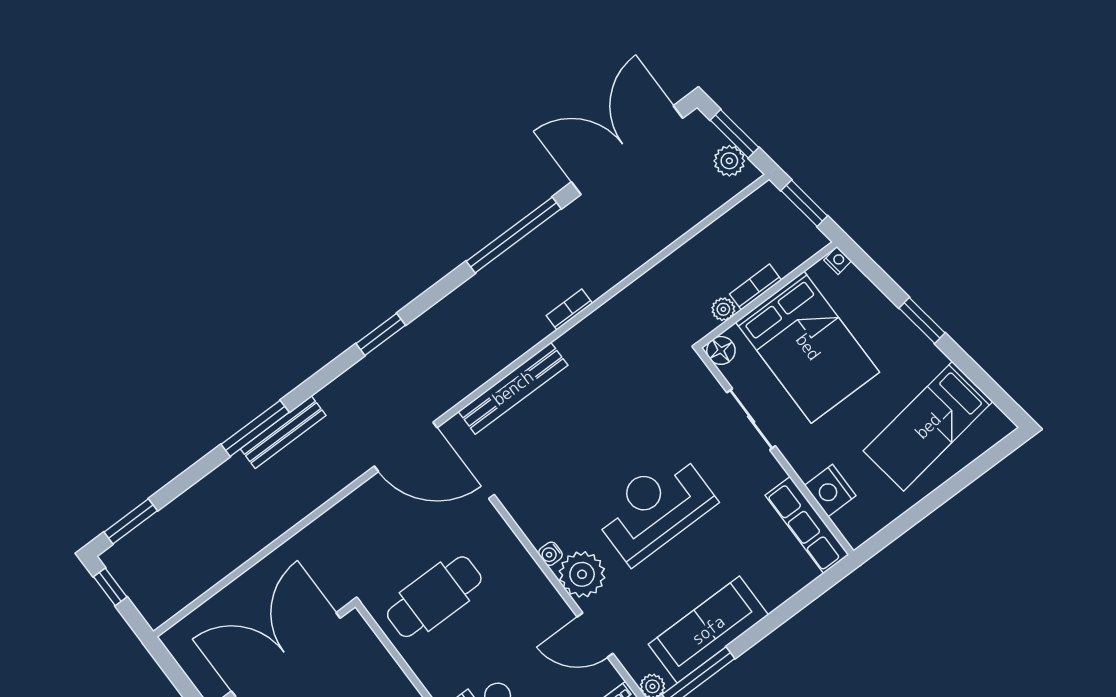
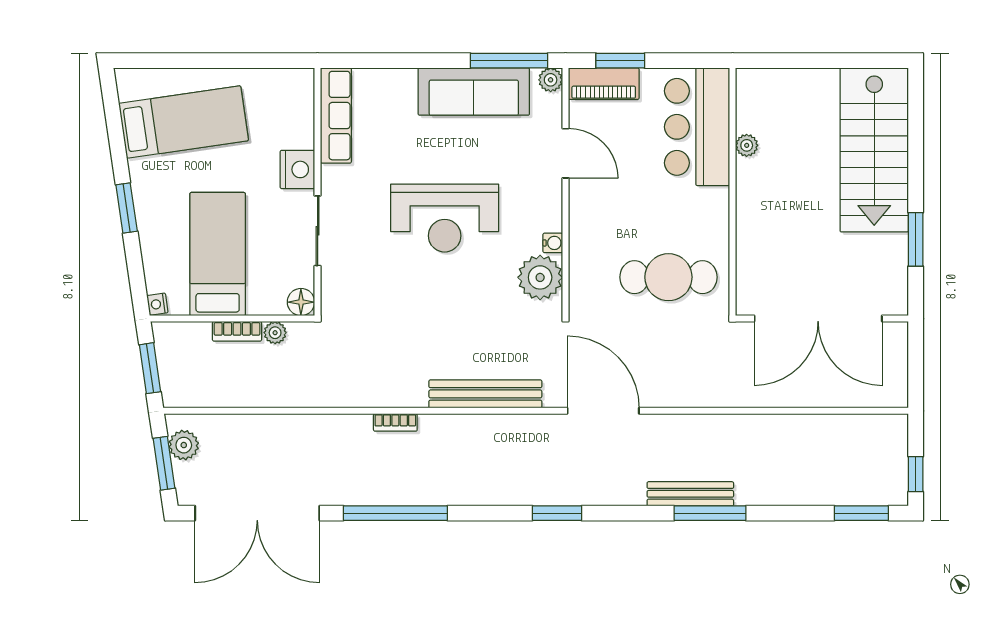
bed: (808, 347) -> (218, 254), width x0.67
nightstand: (830, 491) -> (297, 169), moved
plant: (582, 574) -> (540, 277), moved

